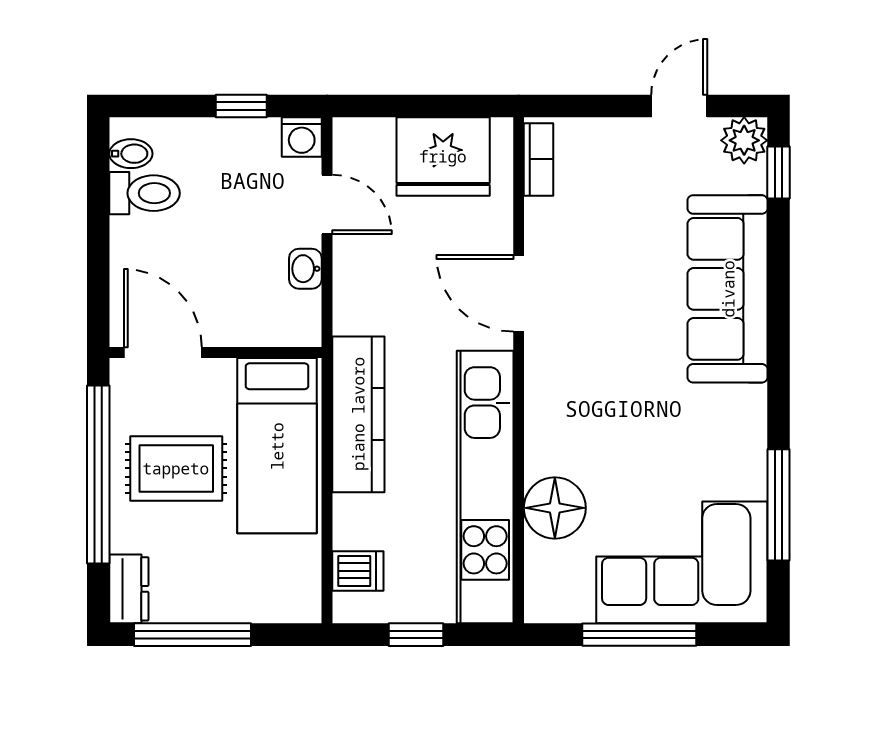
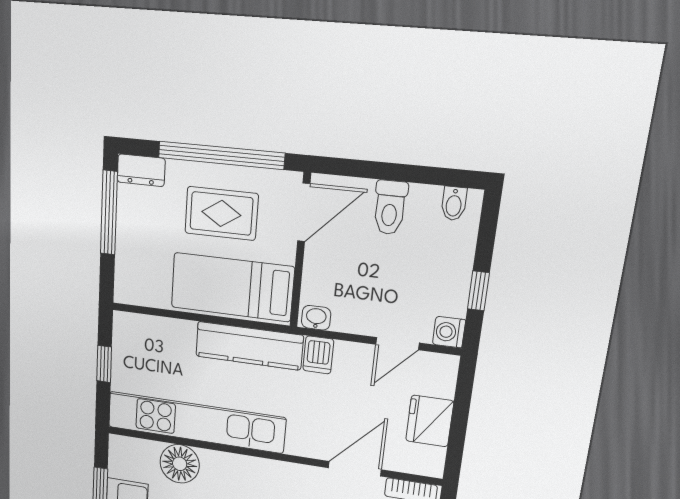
fridge: (443, 156) -> (430, 421), width x0.73, depth x0.75
toilet: (145, 193) -> (390, 208), moved
washbasin: (305, 269) -> (316, 318), moved
door: (519, 293) -> (355, 469), moved
rug: (176, 468) -> (221, 213), turned 90
dishwasher: (358, 571) -> (318, 355), moved

